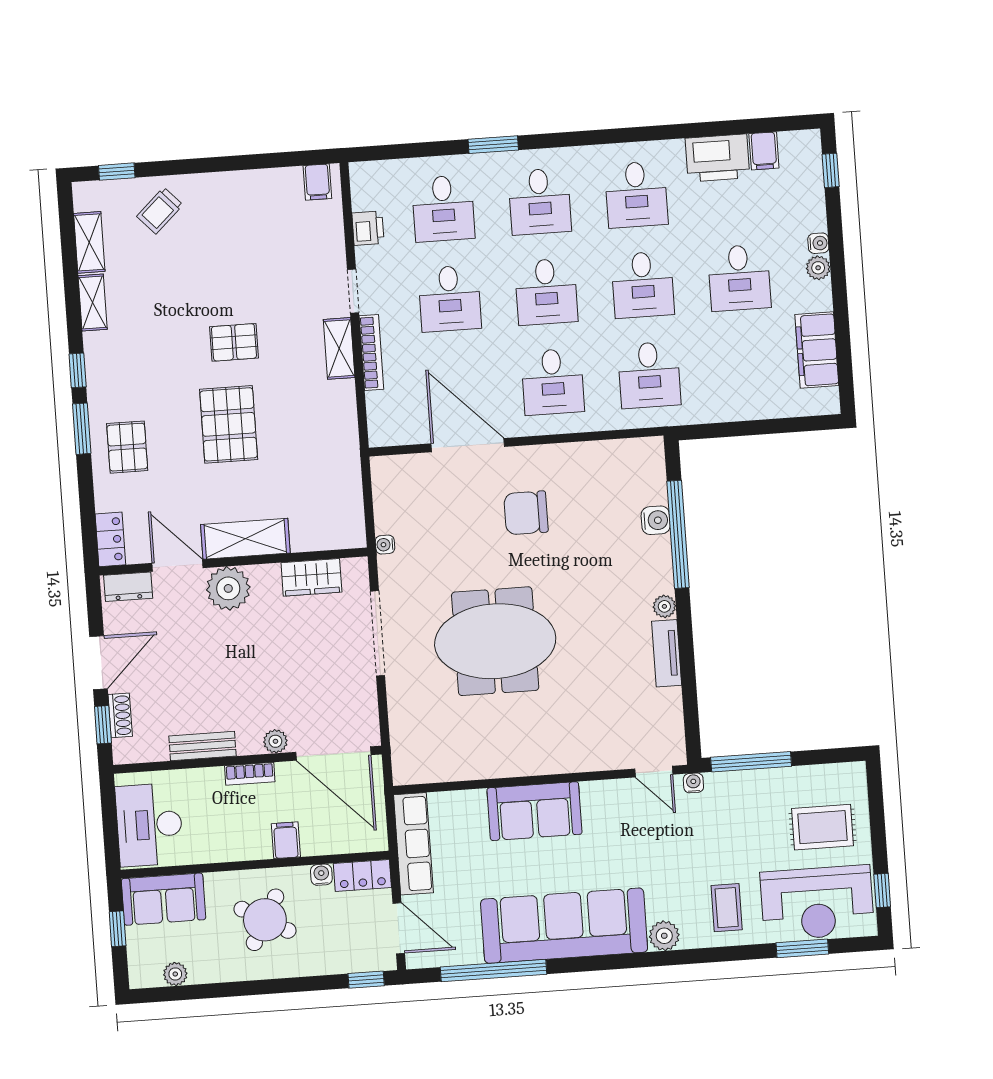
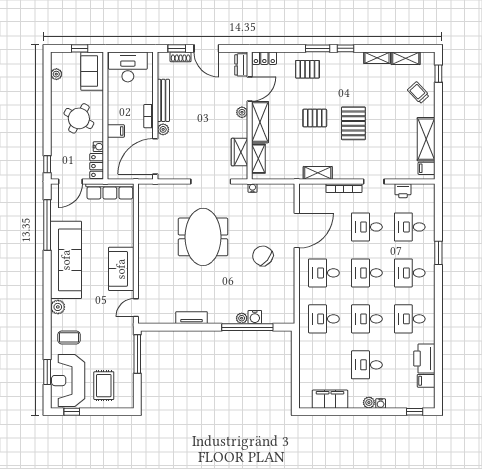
shelving: (256, 187) -> (426, 139), added
pallet: (234, 342) -> (353, 123), width x1.50, depth x1.42
shelving: (339, 348) -> (318, 173), moved
pallet: (229, 424) -> (315, 118), width x0.67, depth x0.71
chair: (526, 513) -> (263, 256), turned -51
shelving: (322, 537) -> (258, 159), added
plant: (228, 588) -> (242, 112), width x0.53, depth x0.53
plant: (664, 606) -> (242, 318), moved
bench: (203, 746) -> (163, 100), width x1.36
water cooler: (693, 783) -> (129, 326), removed
sofa: (534, 811) -> (121, 269), moved

